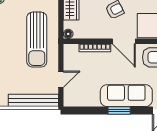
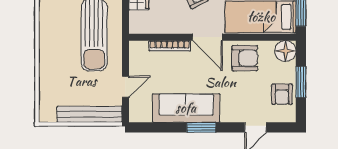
floor lamp: (68, 34) -> (135, 28), removed
sofa: (126, 96) -> (186, 108), moved

